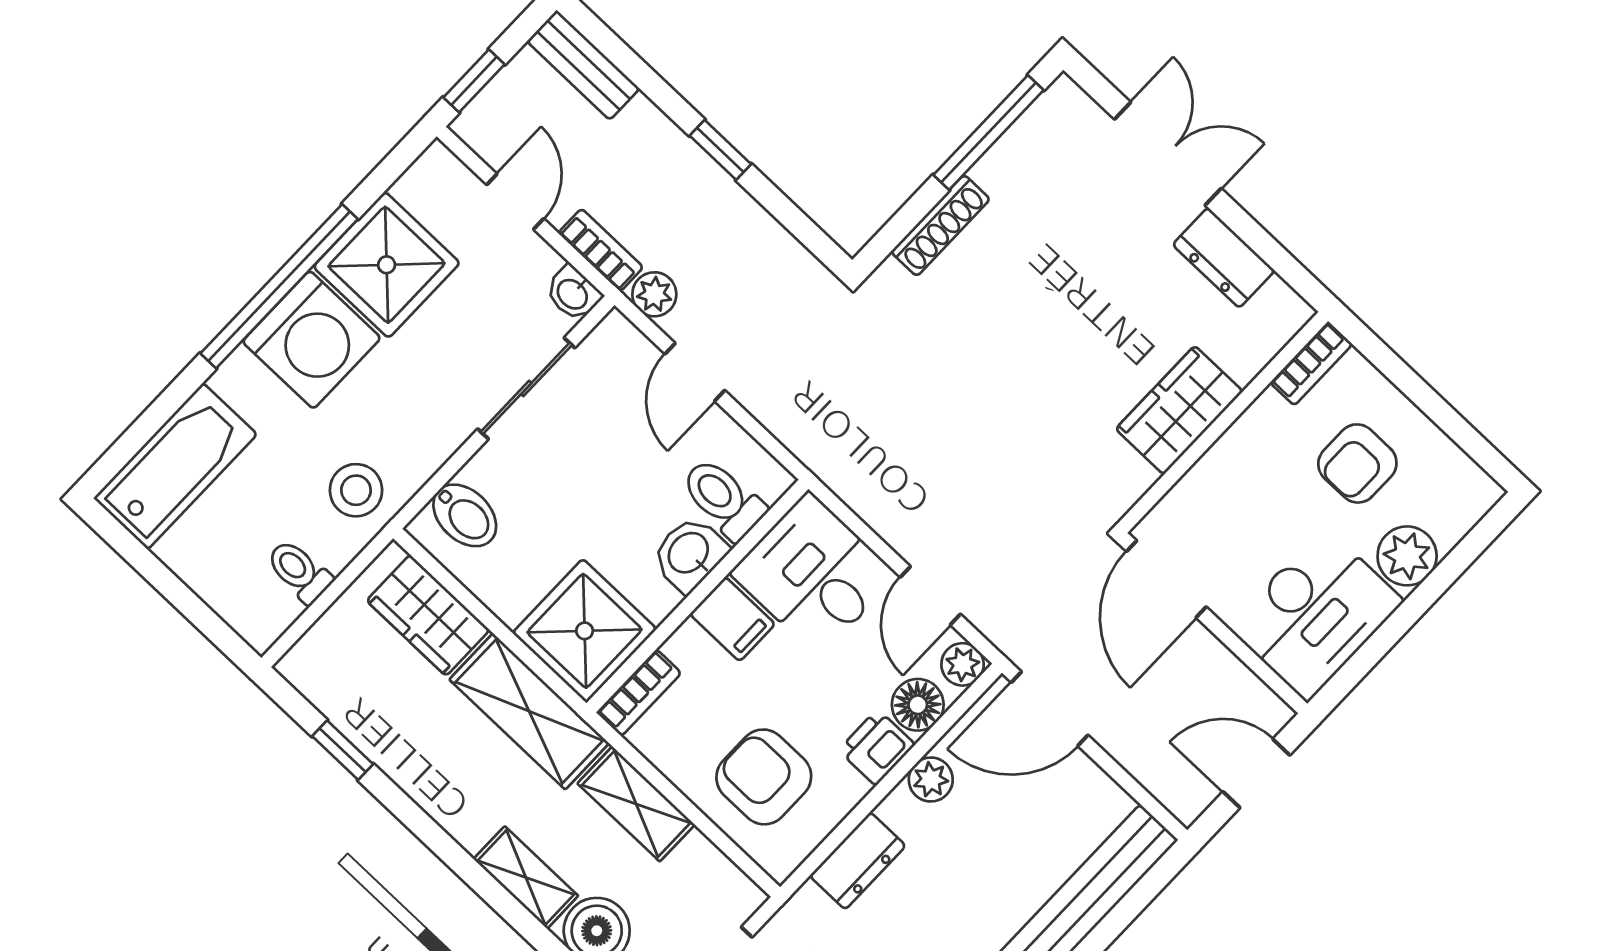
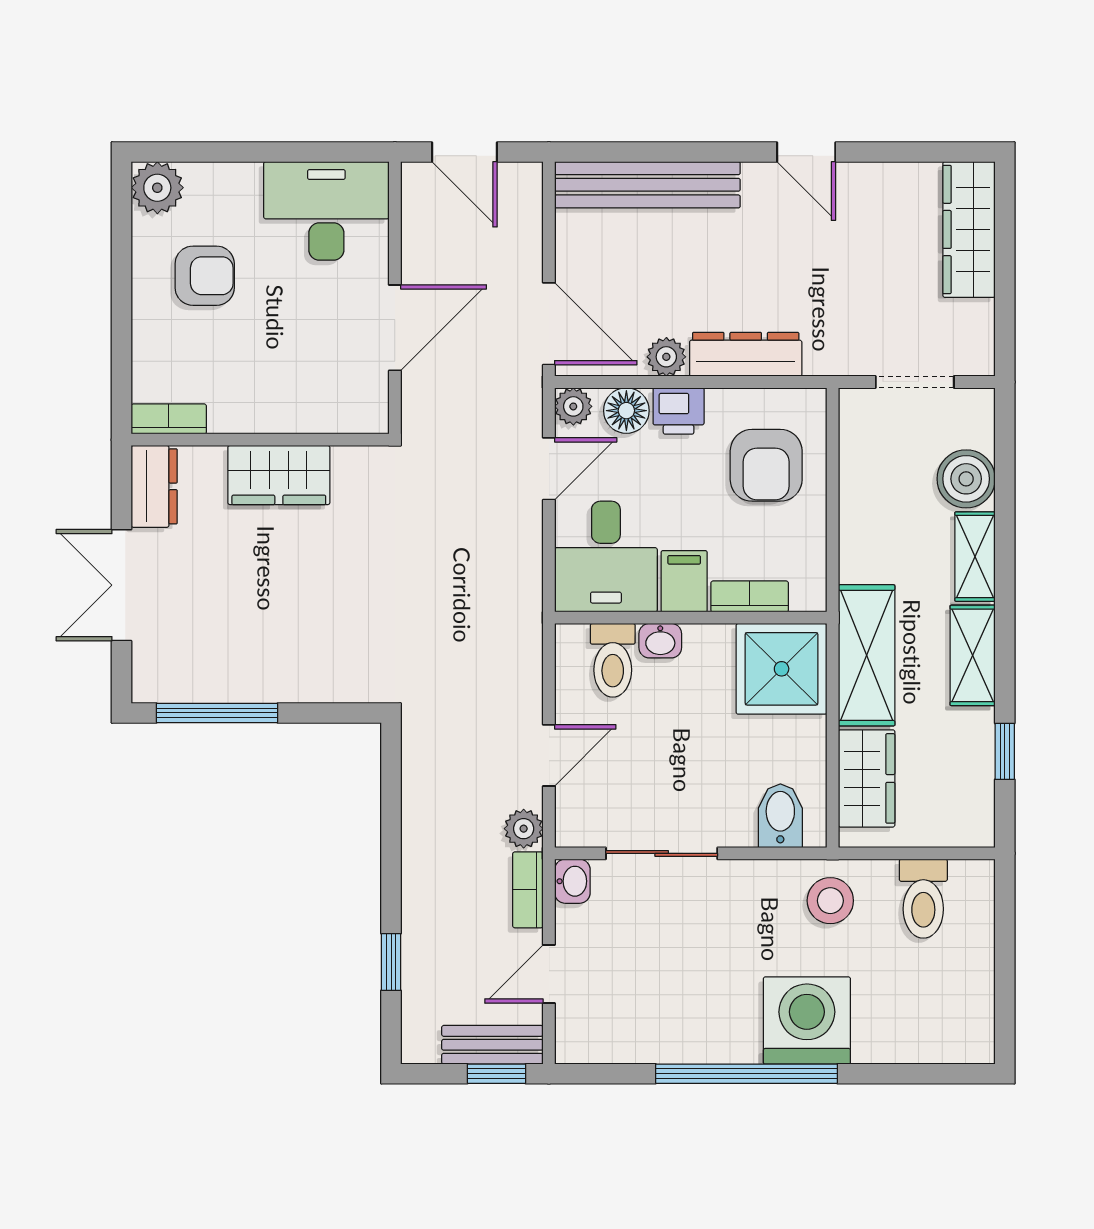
bench: (583, 65) -> (492, 1045), moved, turned 90
window: (720, 150) -> (391, 962), moved
shoe rack: (940, 225) -> (306, 687), removed
shower: (387, 265) -> (667, 1018), removed
washing machine: (312, 340) -> (807, 1021), moved
bookcase: (1311, 363) -> (169, 419), moved
wardrobe: (1179, 410) -> (279, 475), moved
wall: (1223, 422) -> (260, 440), moved
bathtub: (175, 466) -> (925, 1031), removed
washbasin: (689, 554) -> (660, 641), width x0.72, depth x0.69
plant: (1407, 556) -> (157, 188), moved
toilet: (299, 571) -> (923, 899), width x1.37, depth x1.39
bookcase: (639, 693) -> (750, 596), moved
shelving: (636, 804) -> (973, 655), moved
dresser: (858, 861) -> (746, 354), width x1.44

